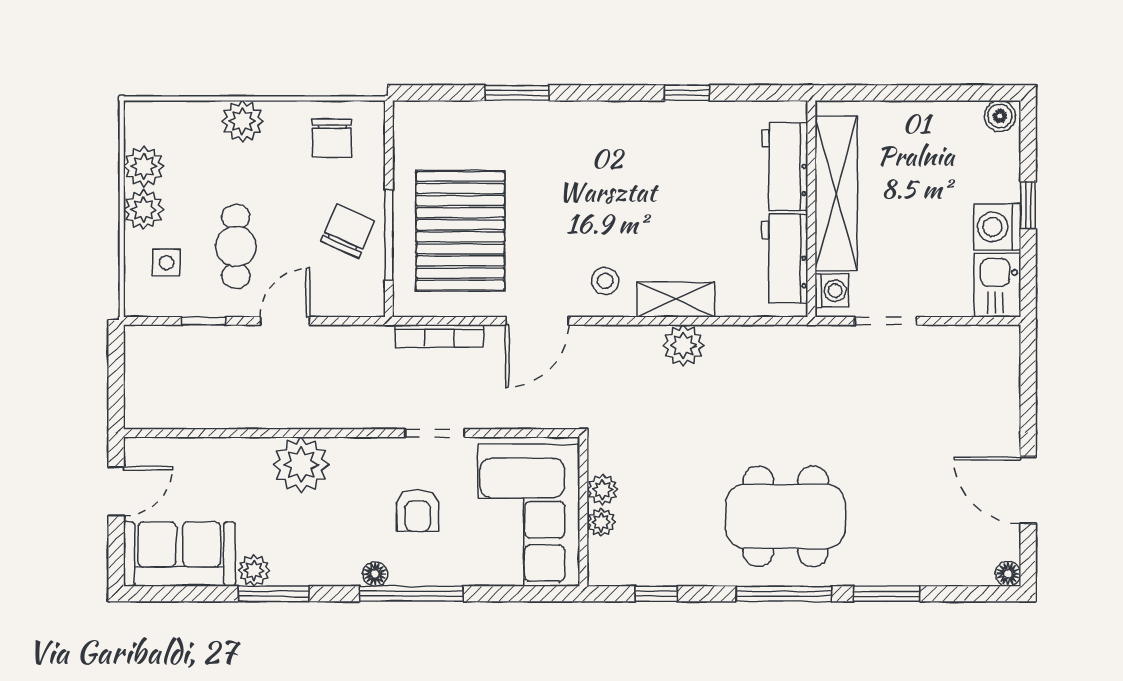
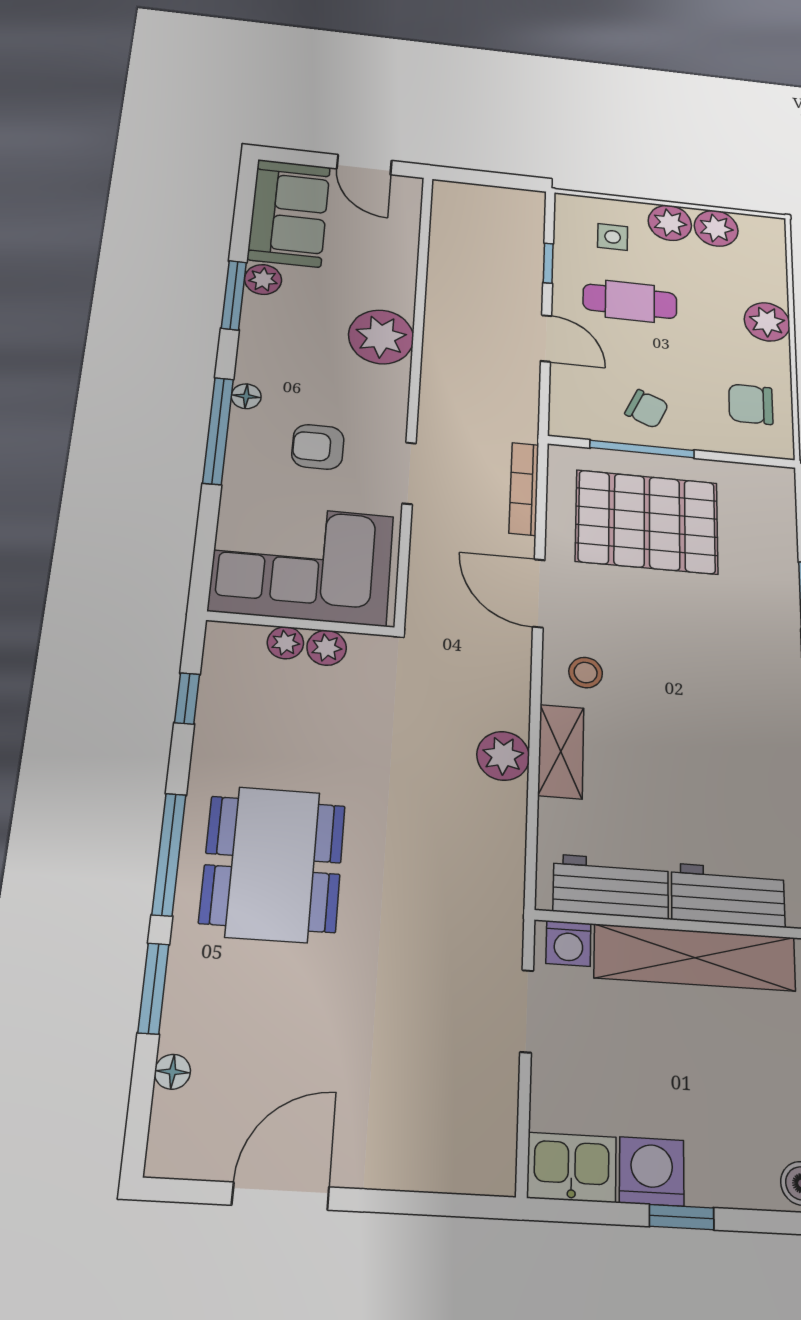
chair: (348, 231) -> (647, 409), width x0.73, depth x0.73
floor lamp: (1008, 574) -> (172, 1072), moved

